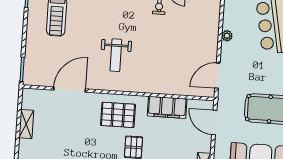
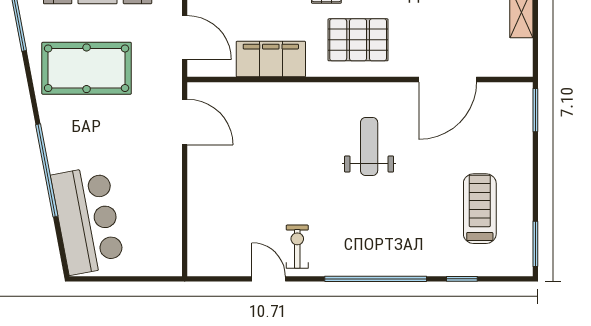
plant: (227, 36) -> (172, 195), removed
door: (217, 76) -> (185, 122), hinge flipped

